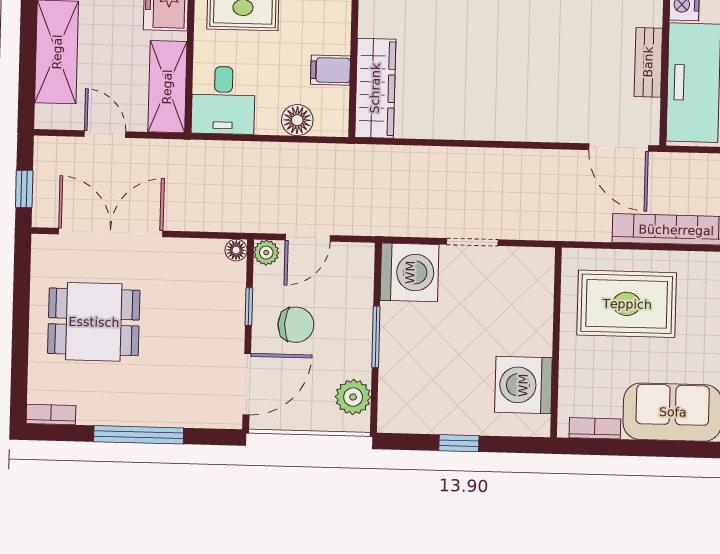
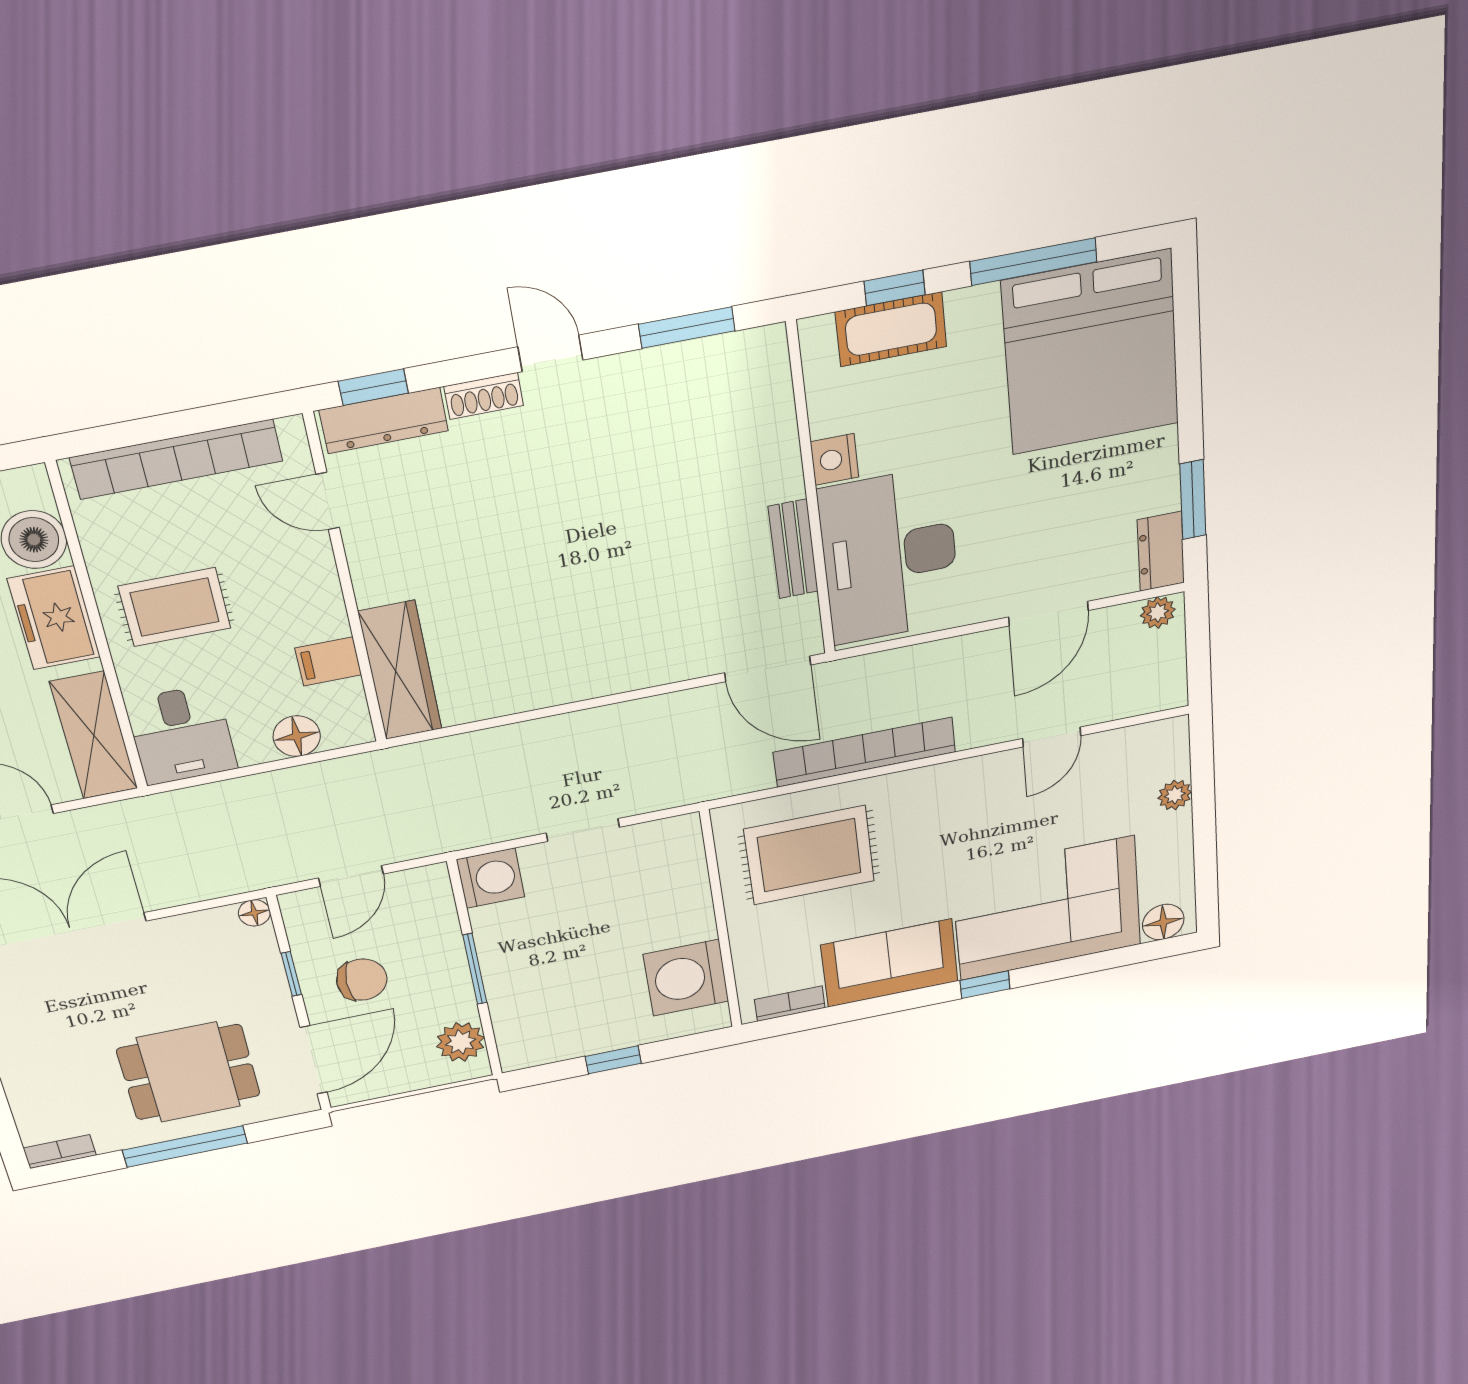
plant: (266, 253) -> (298, 906), removed
washing machine: (410, 272) -> (491, 878), width x0.73, depth x0.73
dining table: (94, 322) -> (189, 1072), moved

